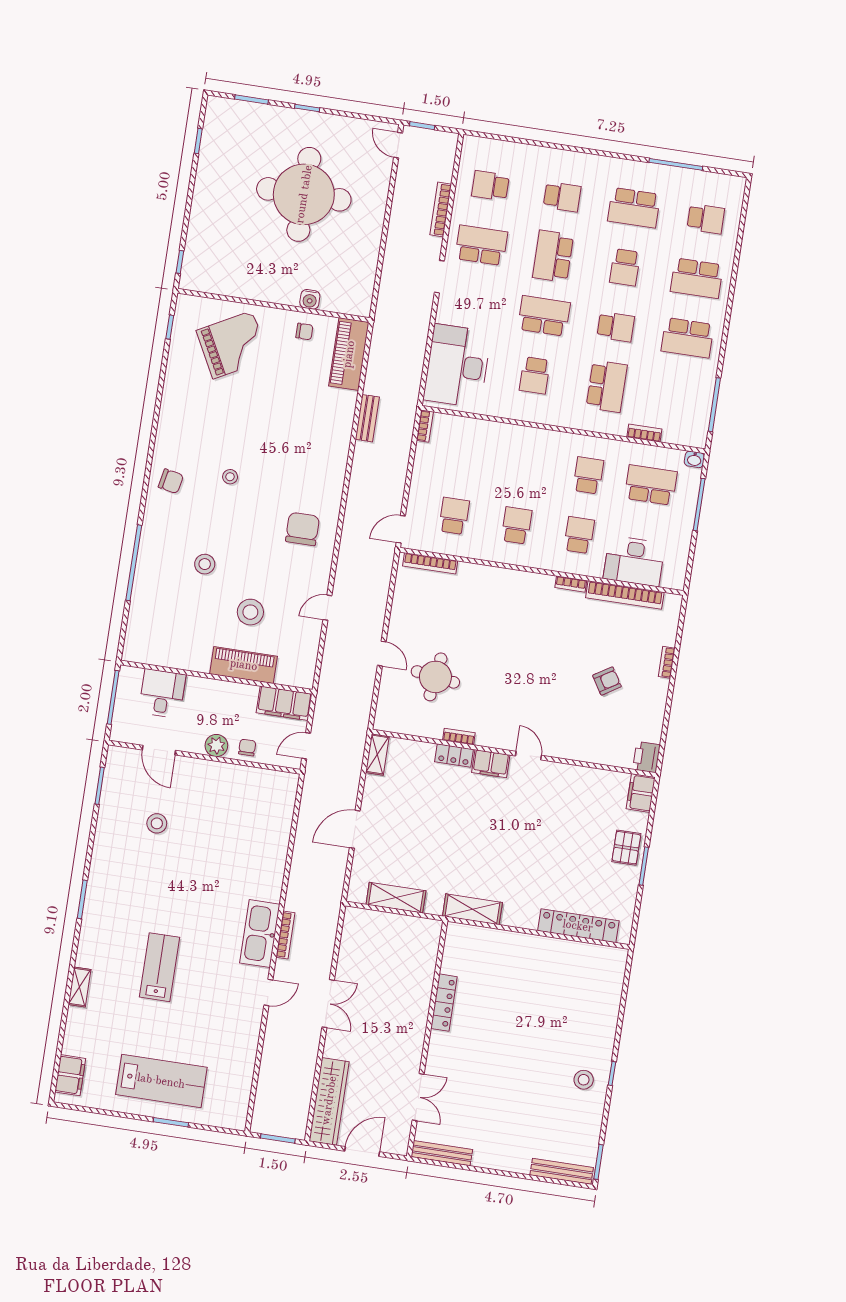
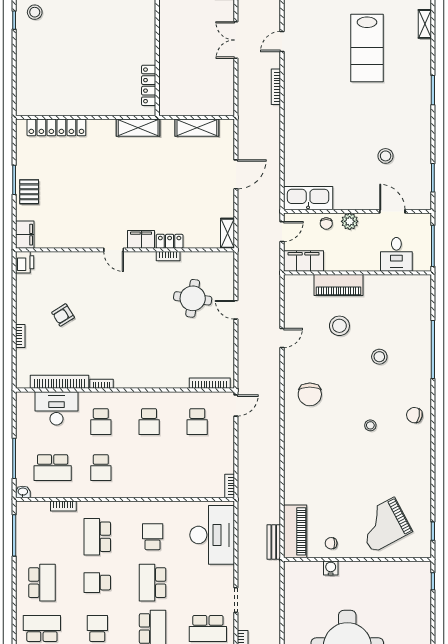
school desk: (544, 316) -> (153, 583), turned 90
school desk: (688, 338) -> (42, 583), turned 90
bench: (367, 418) -> (274, 542), moved
kitchen sink: (260, 934) -> (308, 198), moved, turned -90
lab bench: (159, 967) -> (367, 48), width x1.36, depth x1.39
locker: (444, 1003) -> (149, 85), moved

